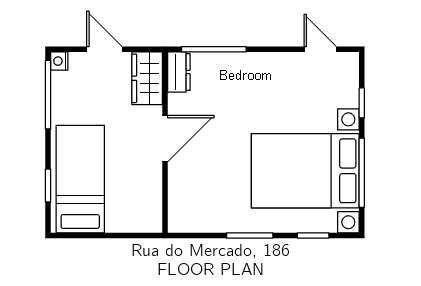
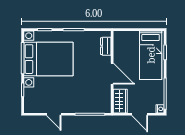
door: (320, 49) -> (54, 114), moved
dresser: (179, 72) -> (106, 46), moved
door: (165, 139) -> (112, 74), swing flipped

